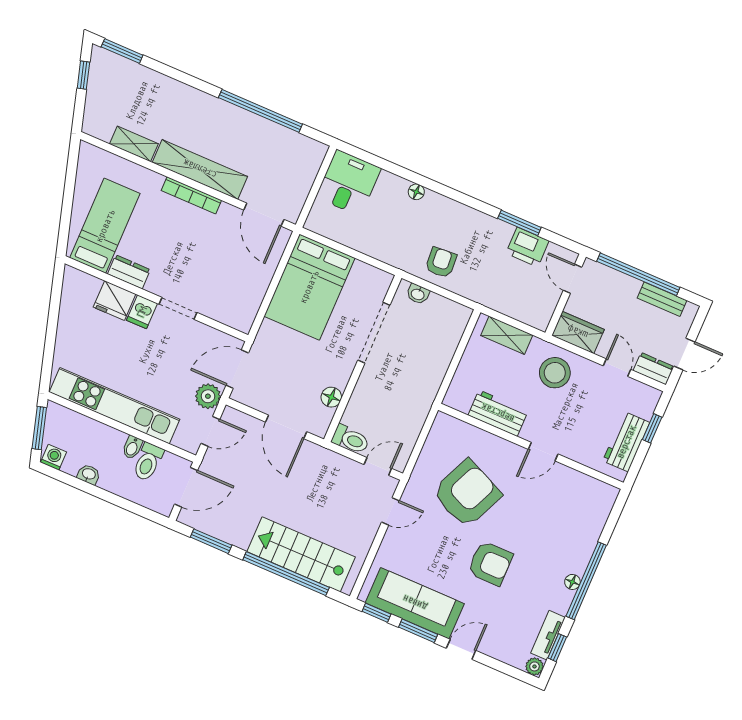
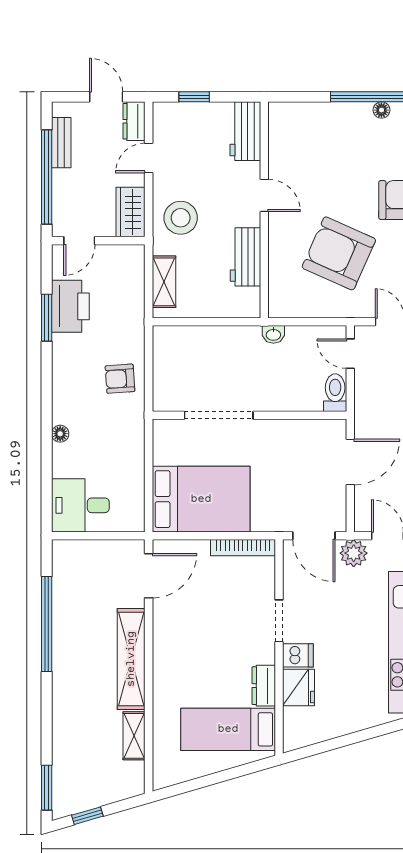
bookcase: (191, 195) -> (243, 548), moved, turned 90
printer: (527, 247) -> (70, 306), width x1.37, depth x1.19
washbasin: (418, 294) -> (273, 334), moved, turned 90
floor lamp: (331, 397) -> (301, 430), removed
workbench: (626, 442) -> (245, 131), moved, turned 90

